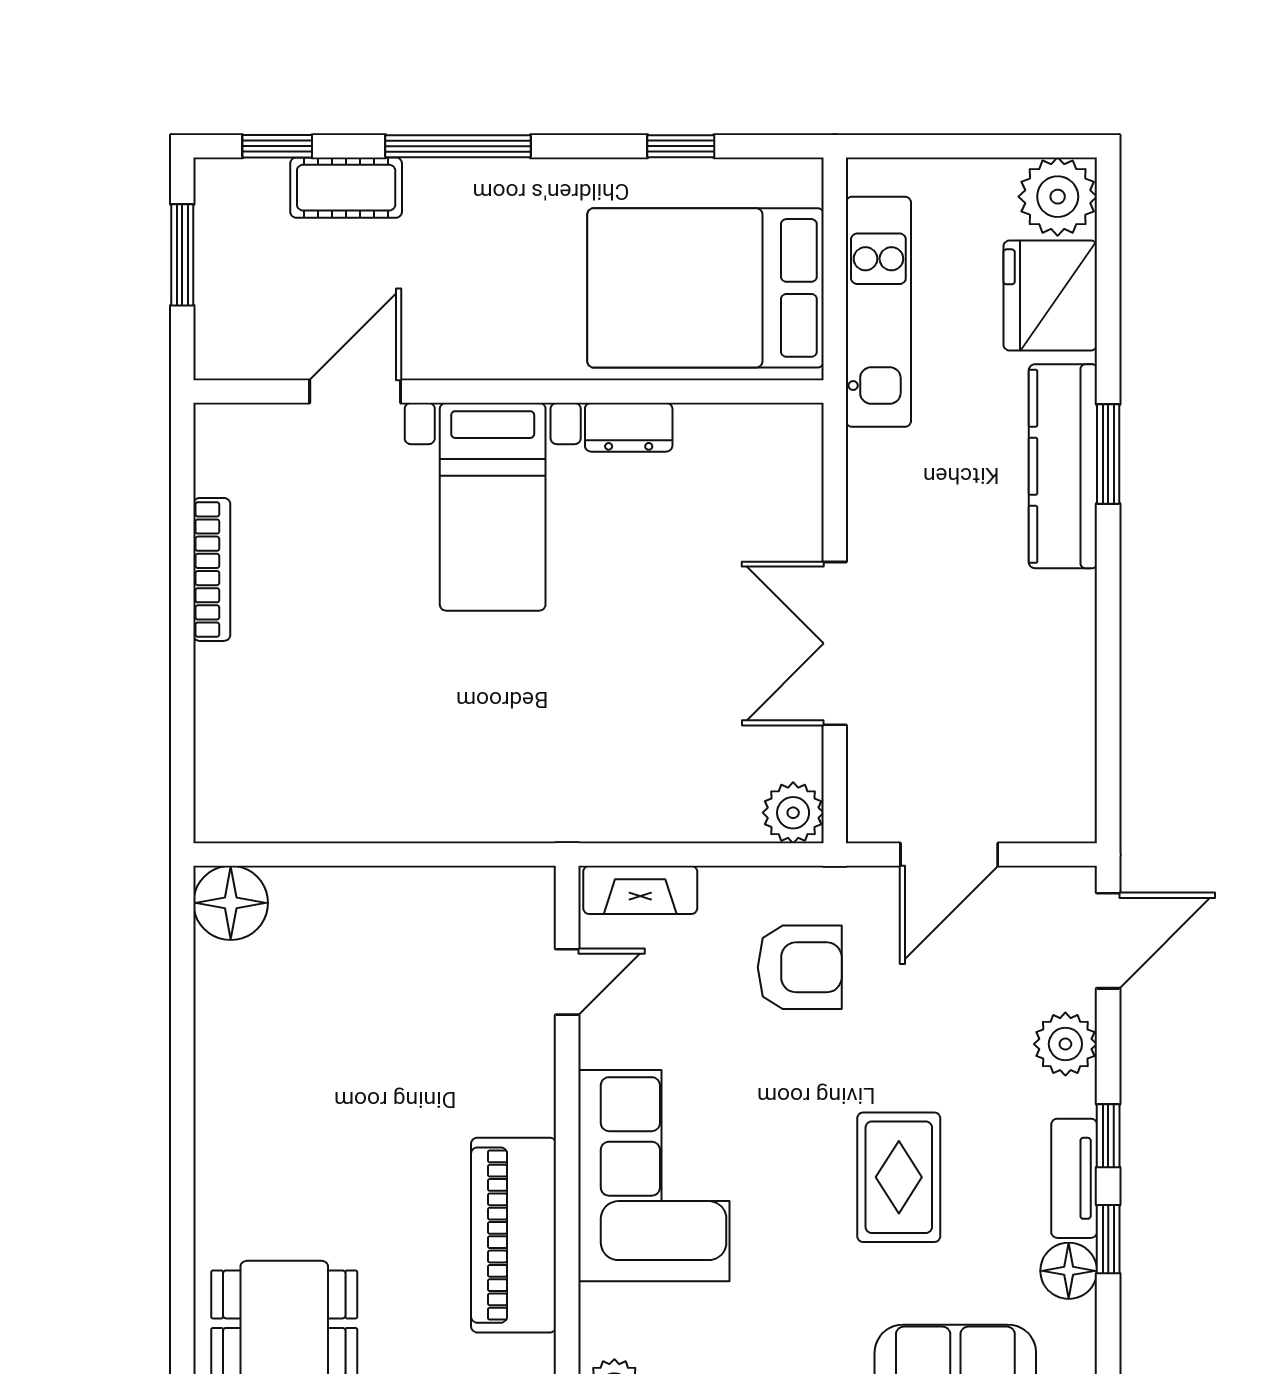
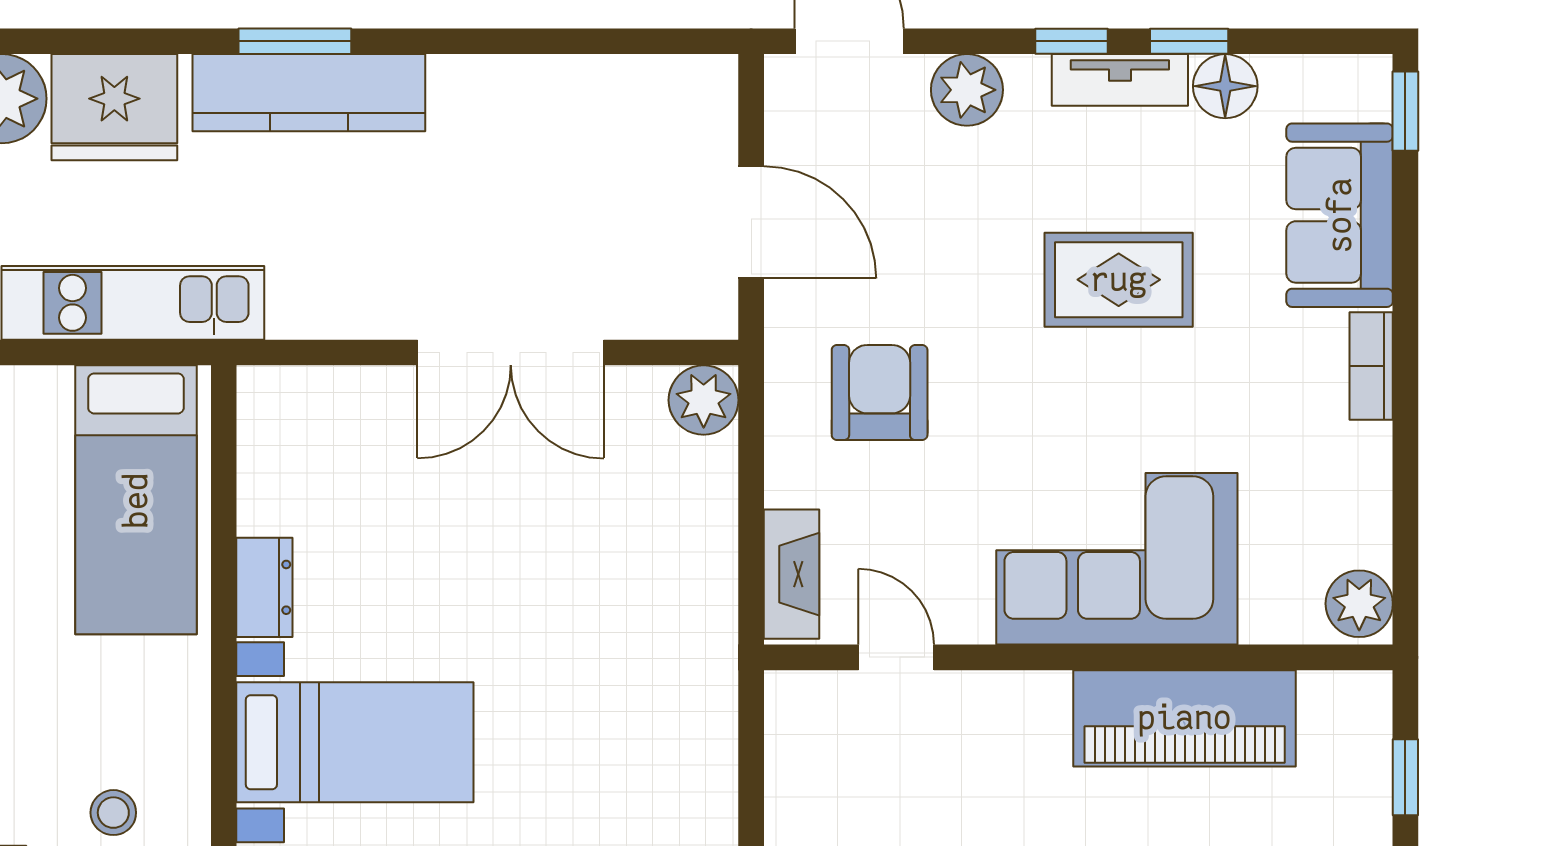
bed: (706, 288) -> (136, 500), width x0.67
stool: (431, 295) -> (113, 813), added

